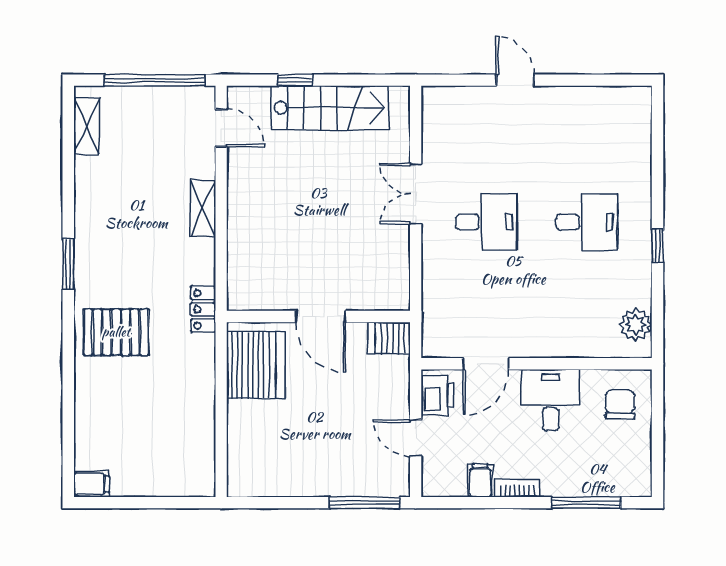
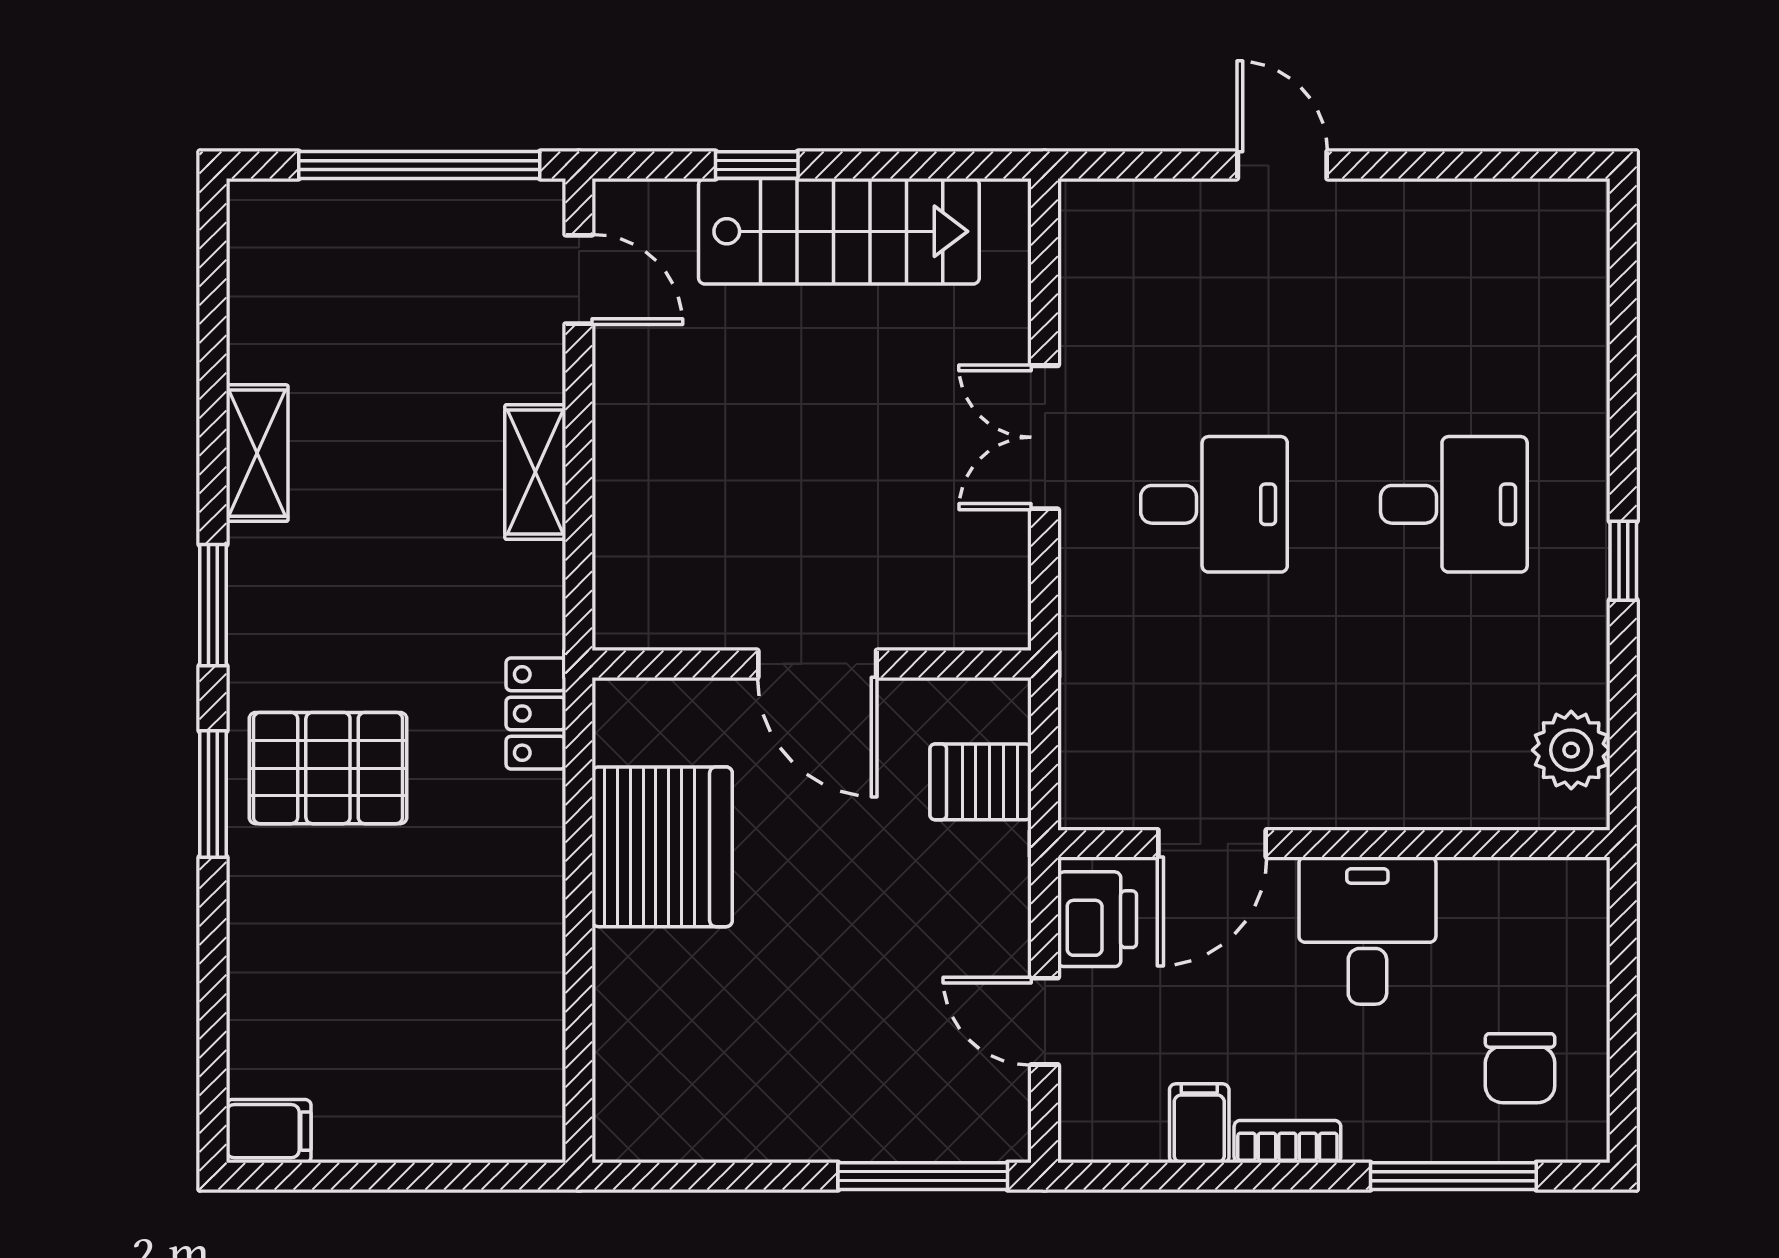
shelving: (87, 126) -> (257, 453), moved
wall: (318, 316) -> (812, 664), moved
door: (321, 316) -> (817, 664), moved
window: (68, 343) -> (213, 794), added
chair: (620, 404) -> (1520, 1068), moved, turned 180

